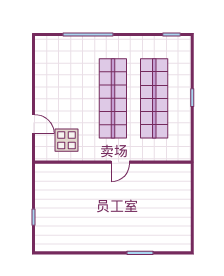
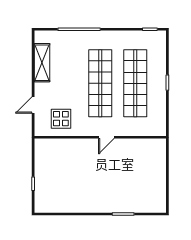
shelving: (44, 74) -> (42, 63), added
door: (34, 124) -> (33, 105), swing flipped

